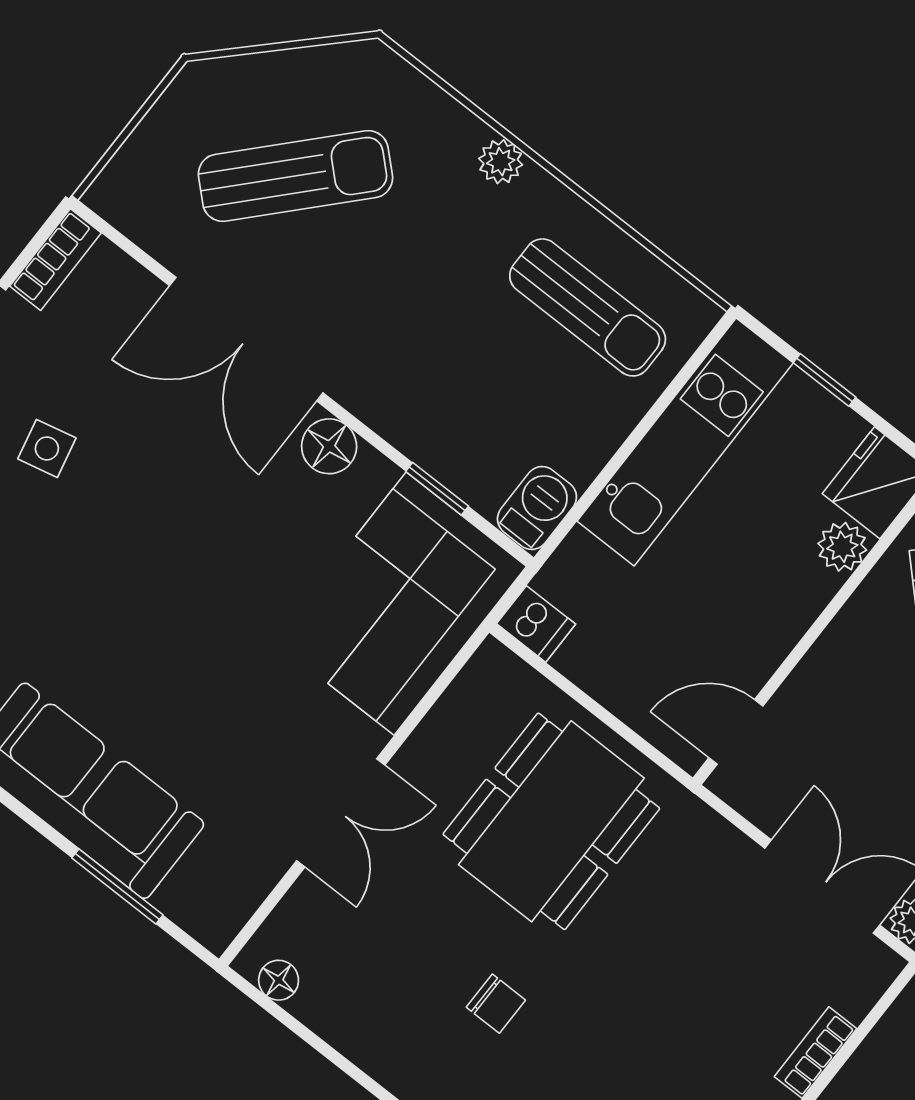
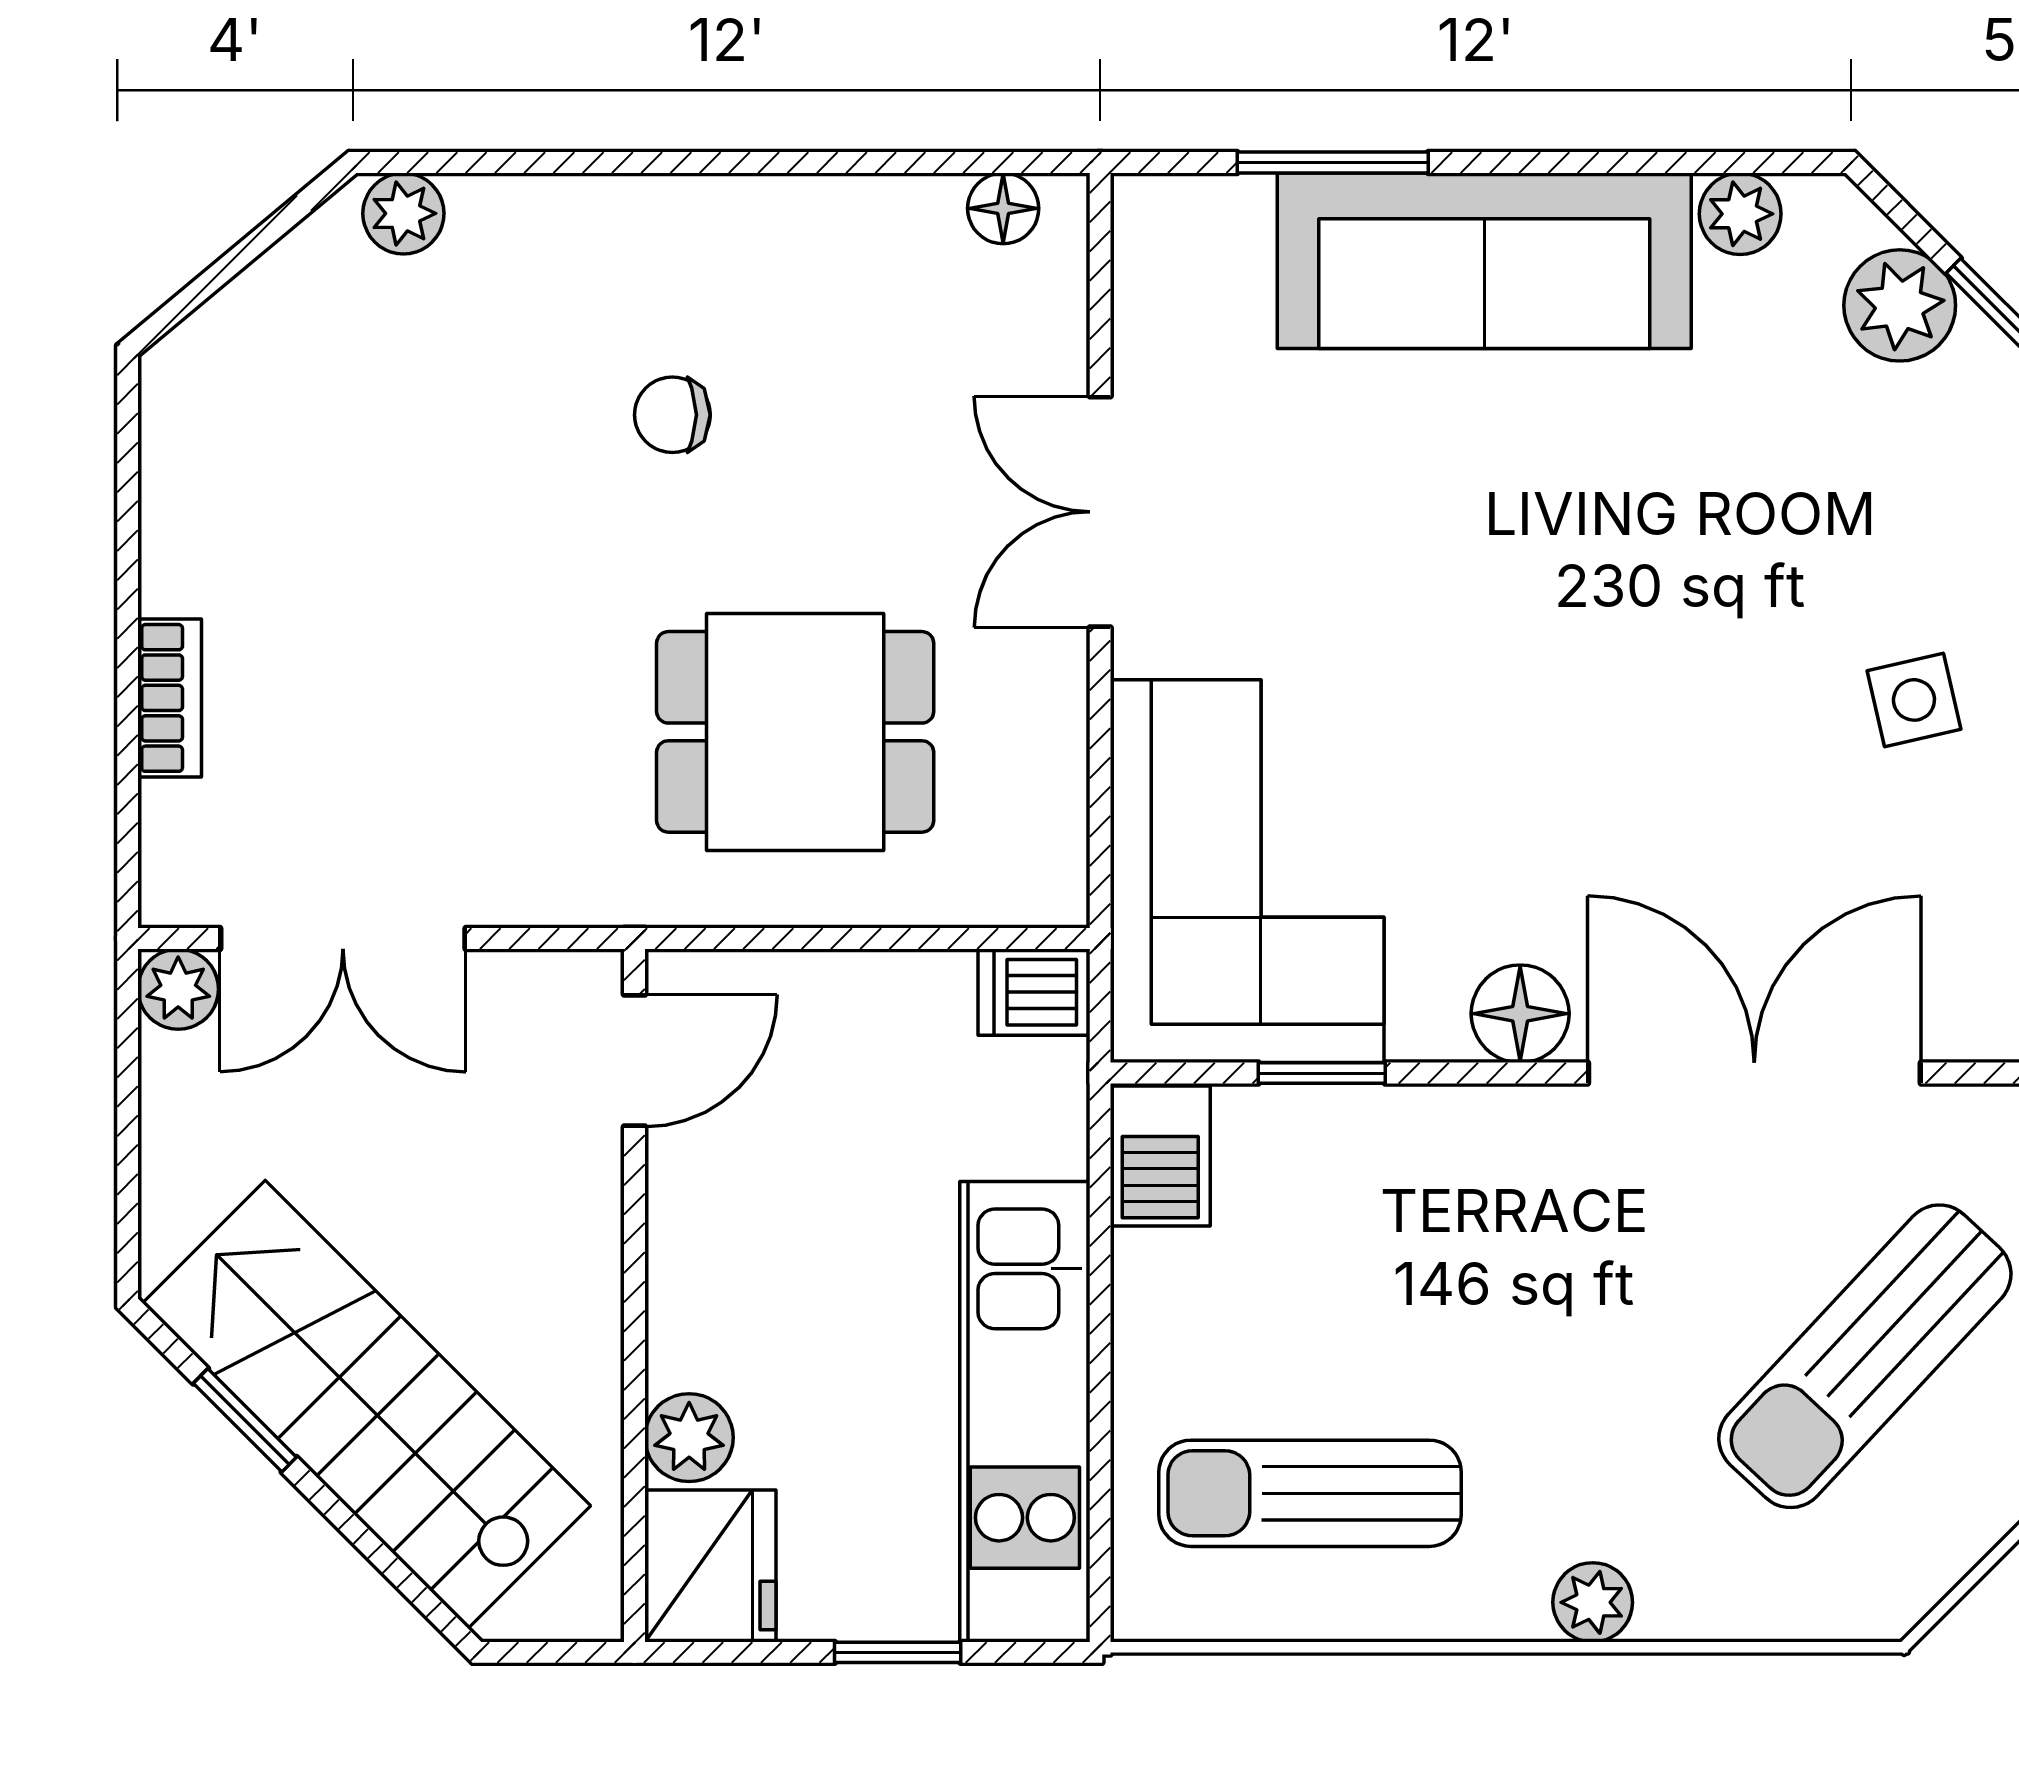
dining table: (551, 821) -> (795, 732), width x0.73

